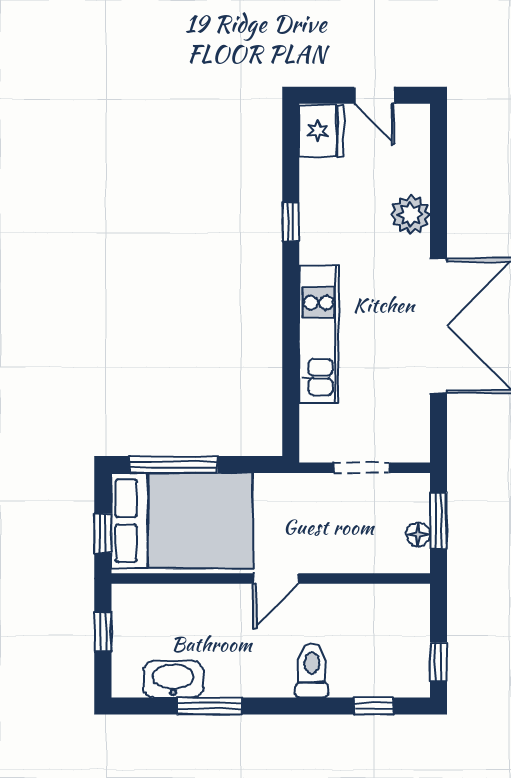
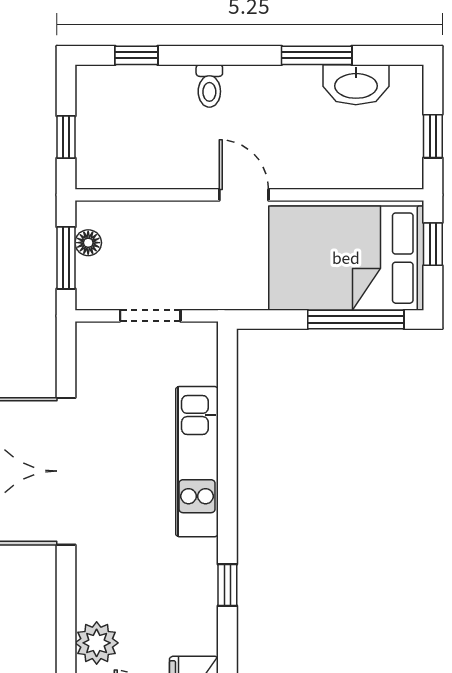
plant: (410, 214) -> (97, 643), moved
door: (276, 578) -> (244, 195), hinge flipped
window: (438, 662) -> (66, 137), moved
toilet: (312, 670) -> (209, 86), width x0.73, depth x0.72

